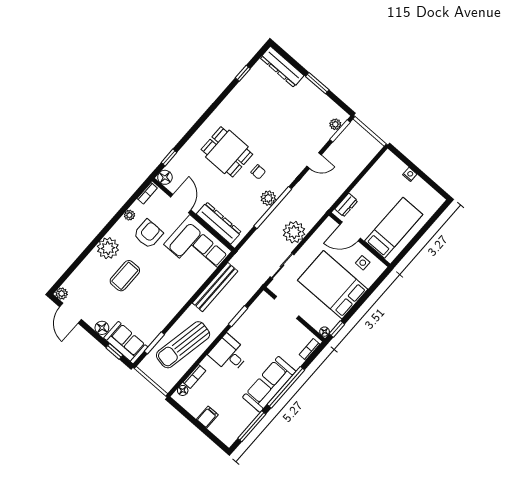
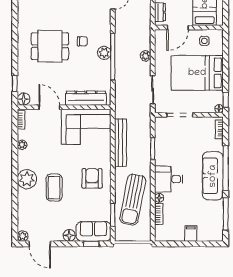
plant: (294, 232) -> (146, 56), width x0.53, depth x0.53
armchair: (148, 234) -> (92, 178), moved
floor lamp: (183, 390) -> (159, 198), moved

